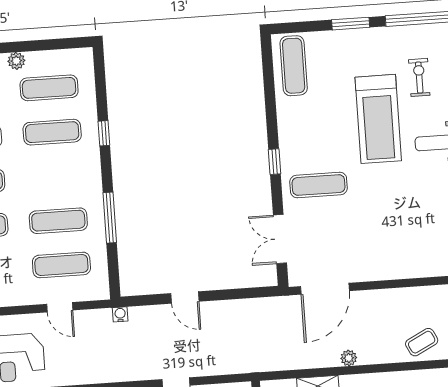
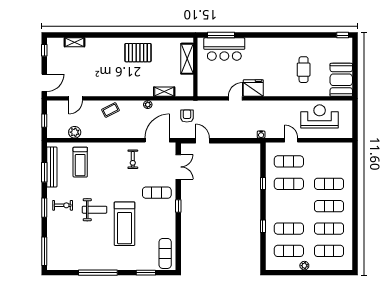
window: (351, 24) -> (146, 273), moved
exercise bike: (419, 77) -> (133, 159), moved
treadmill: (378, 119) -> (125, 224), turned 180
window: (110, 218) -> (263, 184), width x0.46
door: (185, 297) -> (203, 141), moved
armchair: (269, 341) -> (187, 116), added

